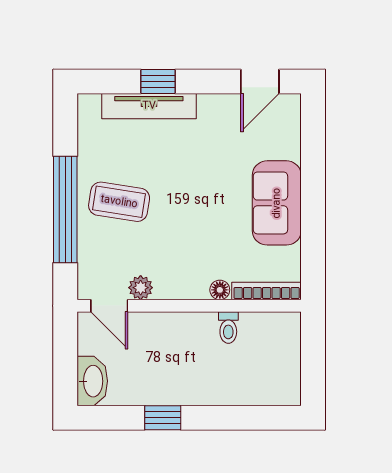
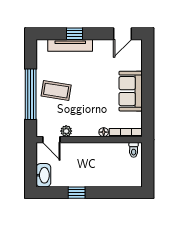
toilet: (228, 327) -> (134, 150), moved

